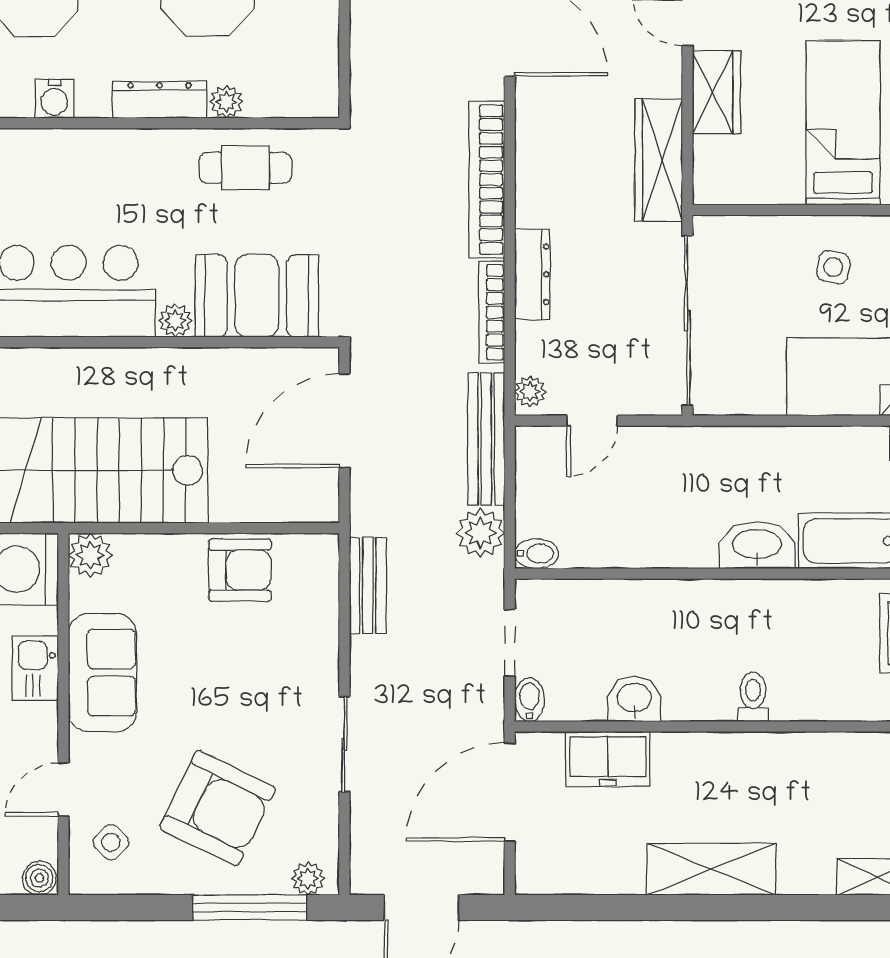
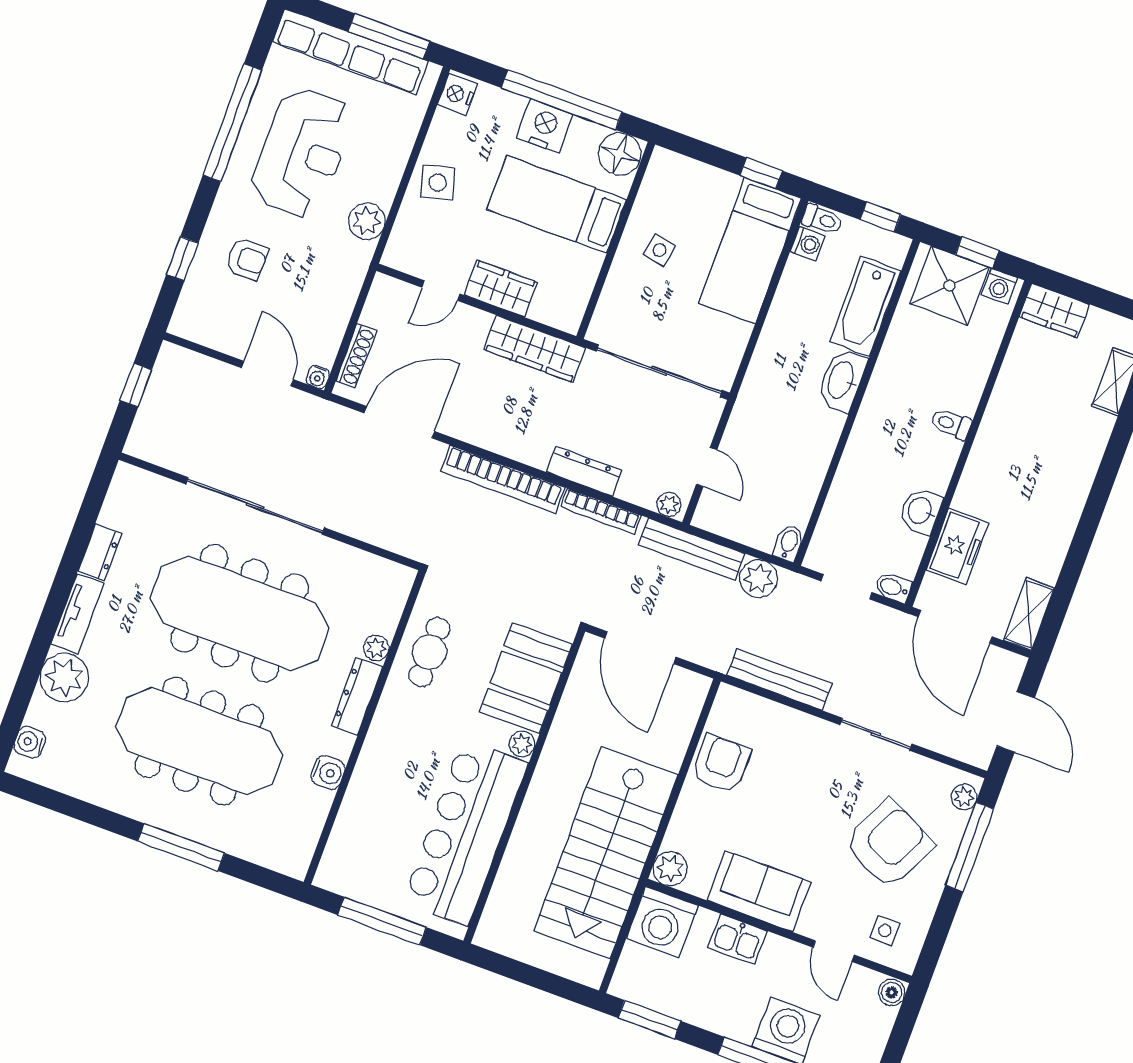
bench: (368, 585) -> (779, 679), width x1.36
side table: (111, 842) -> (885, 931), turned 45
shelving: (711, 869) -> (1029, 614), moved, width x0.67, depth x0.75

